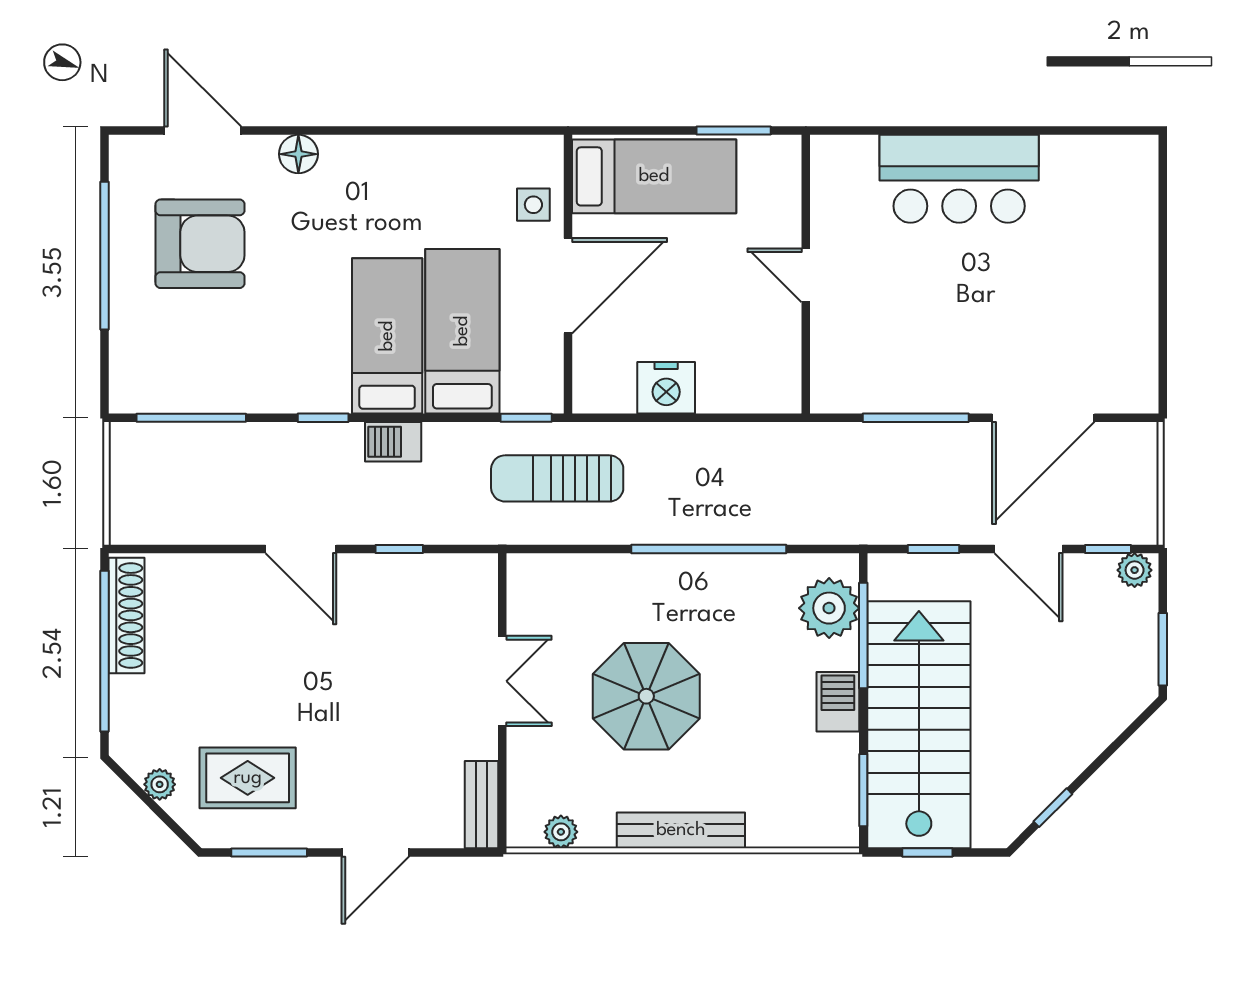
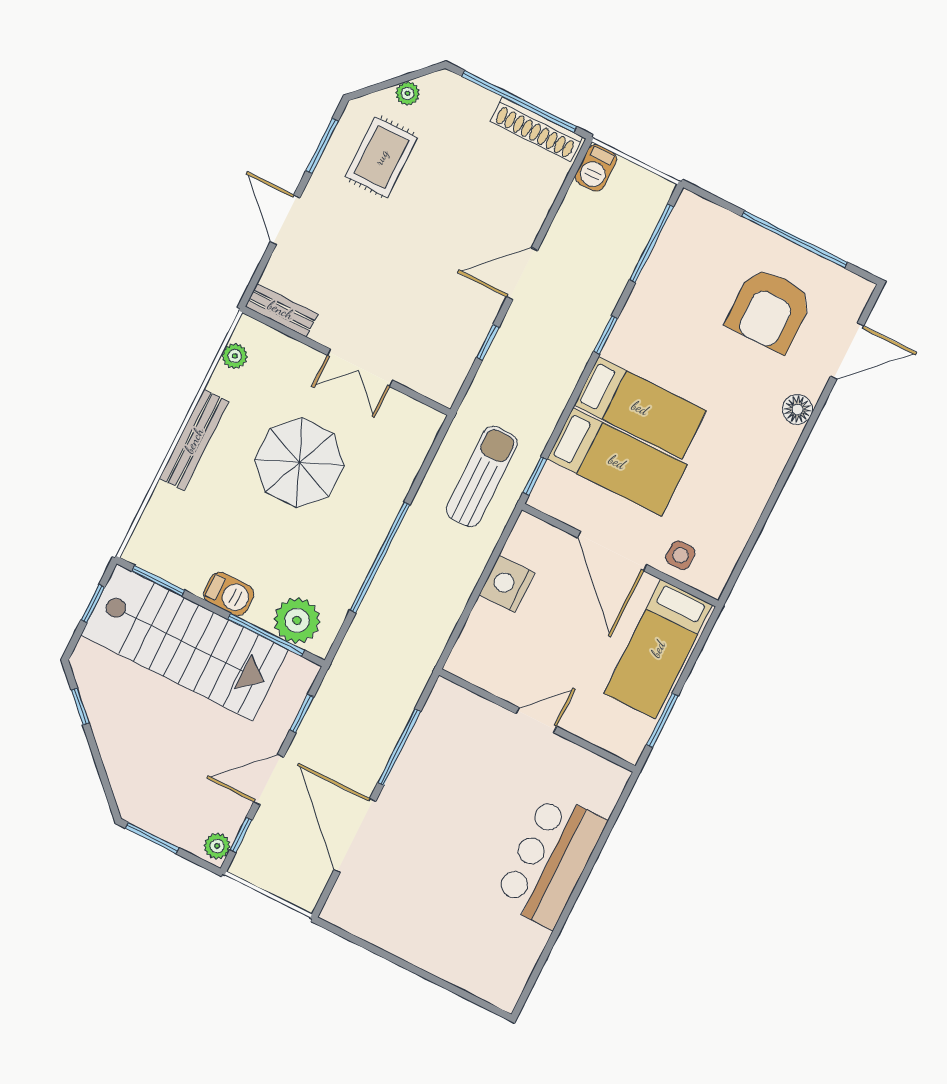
barbecue: (393, 442) -> (596, 168), moved, turned 180

